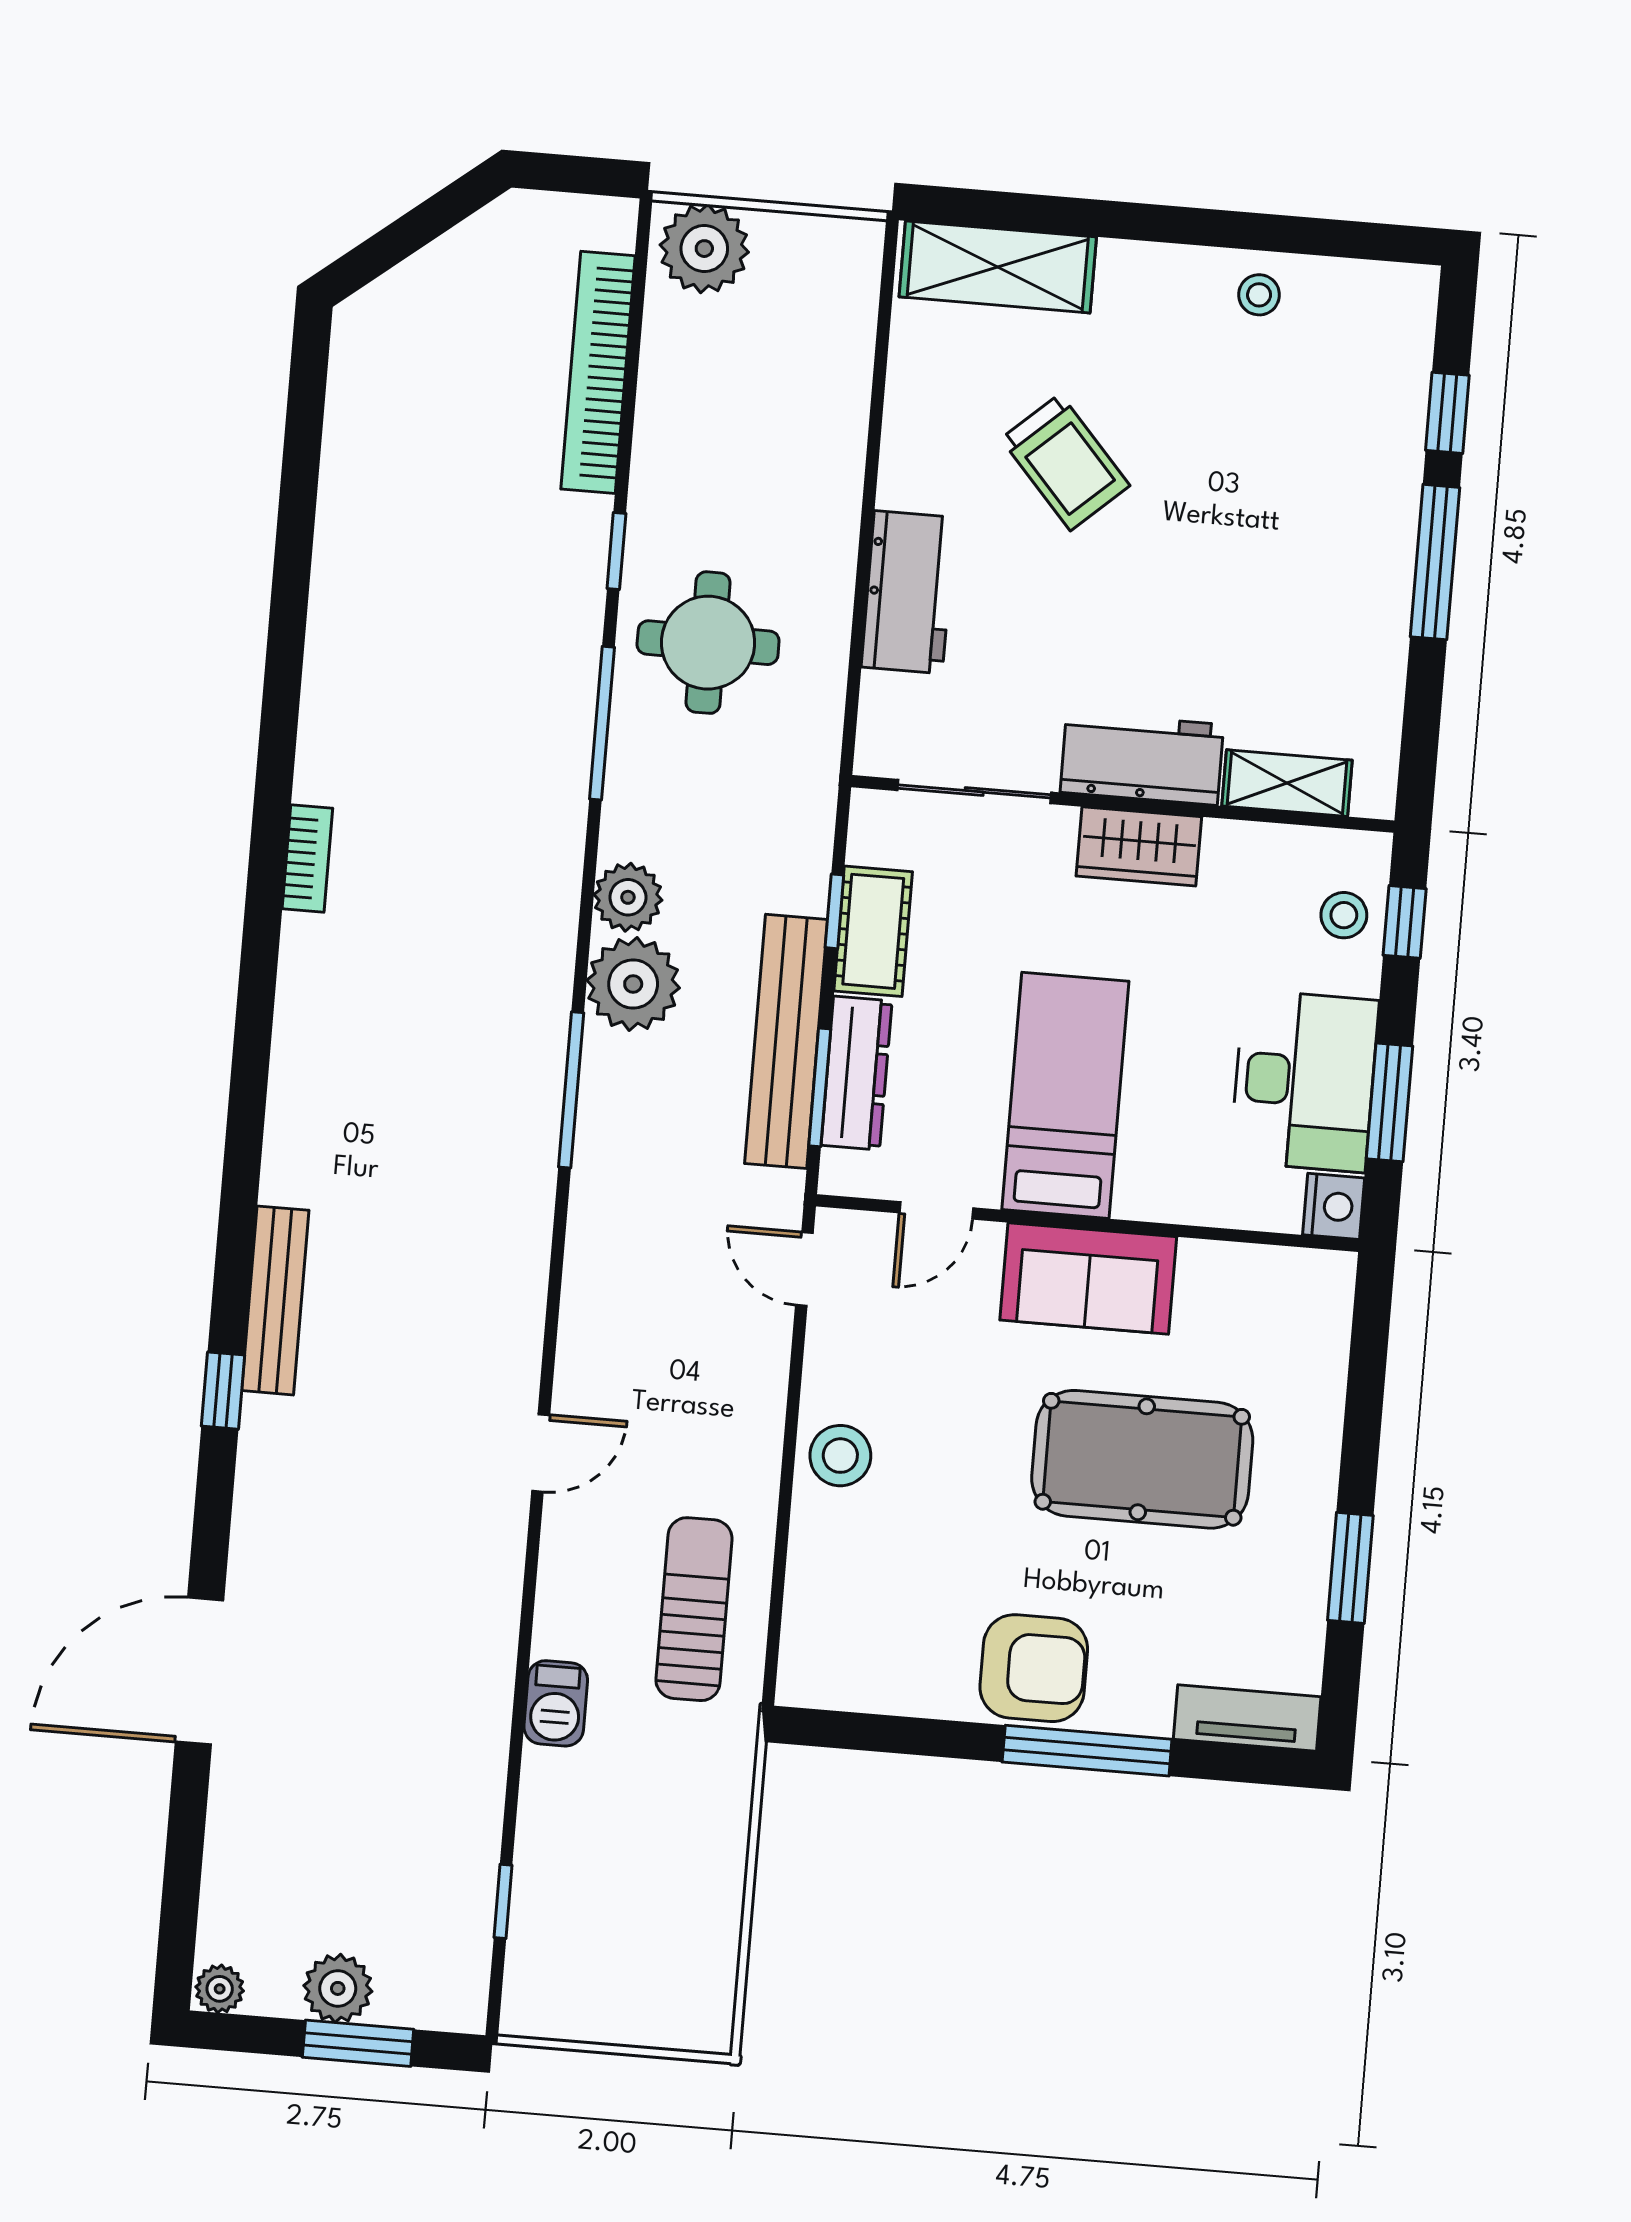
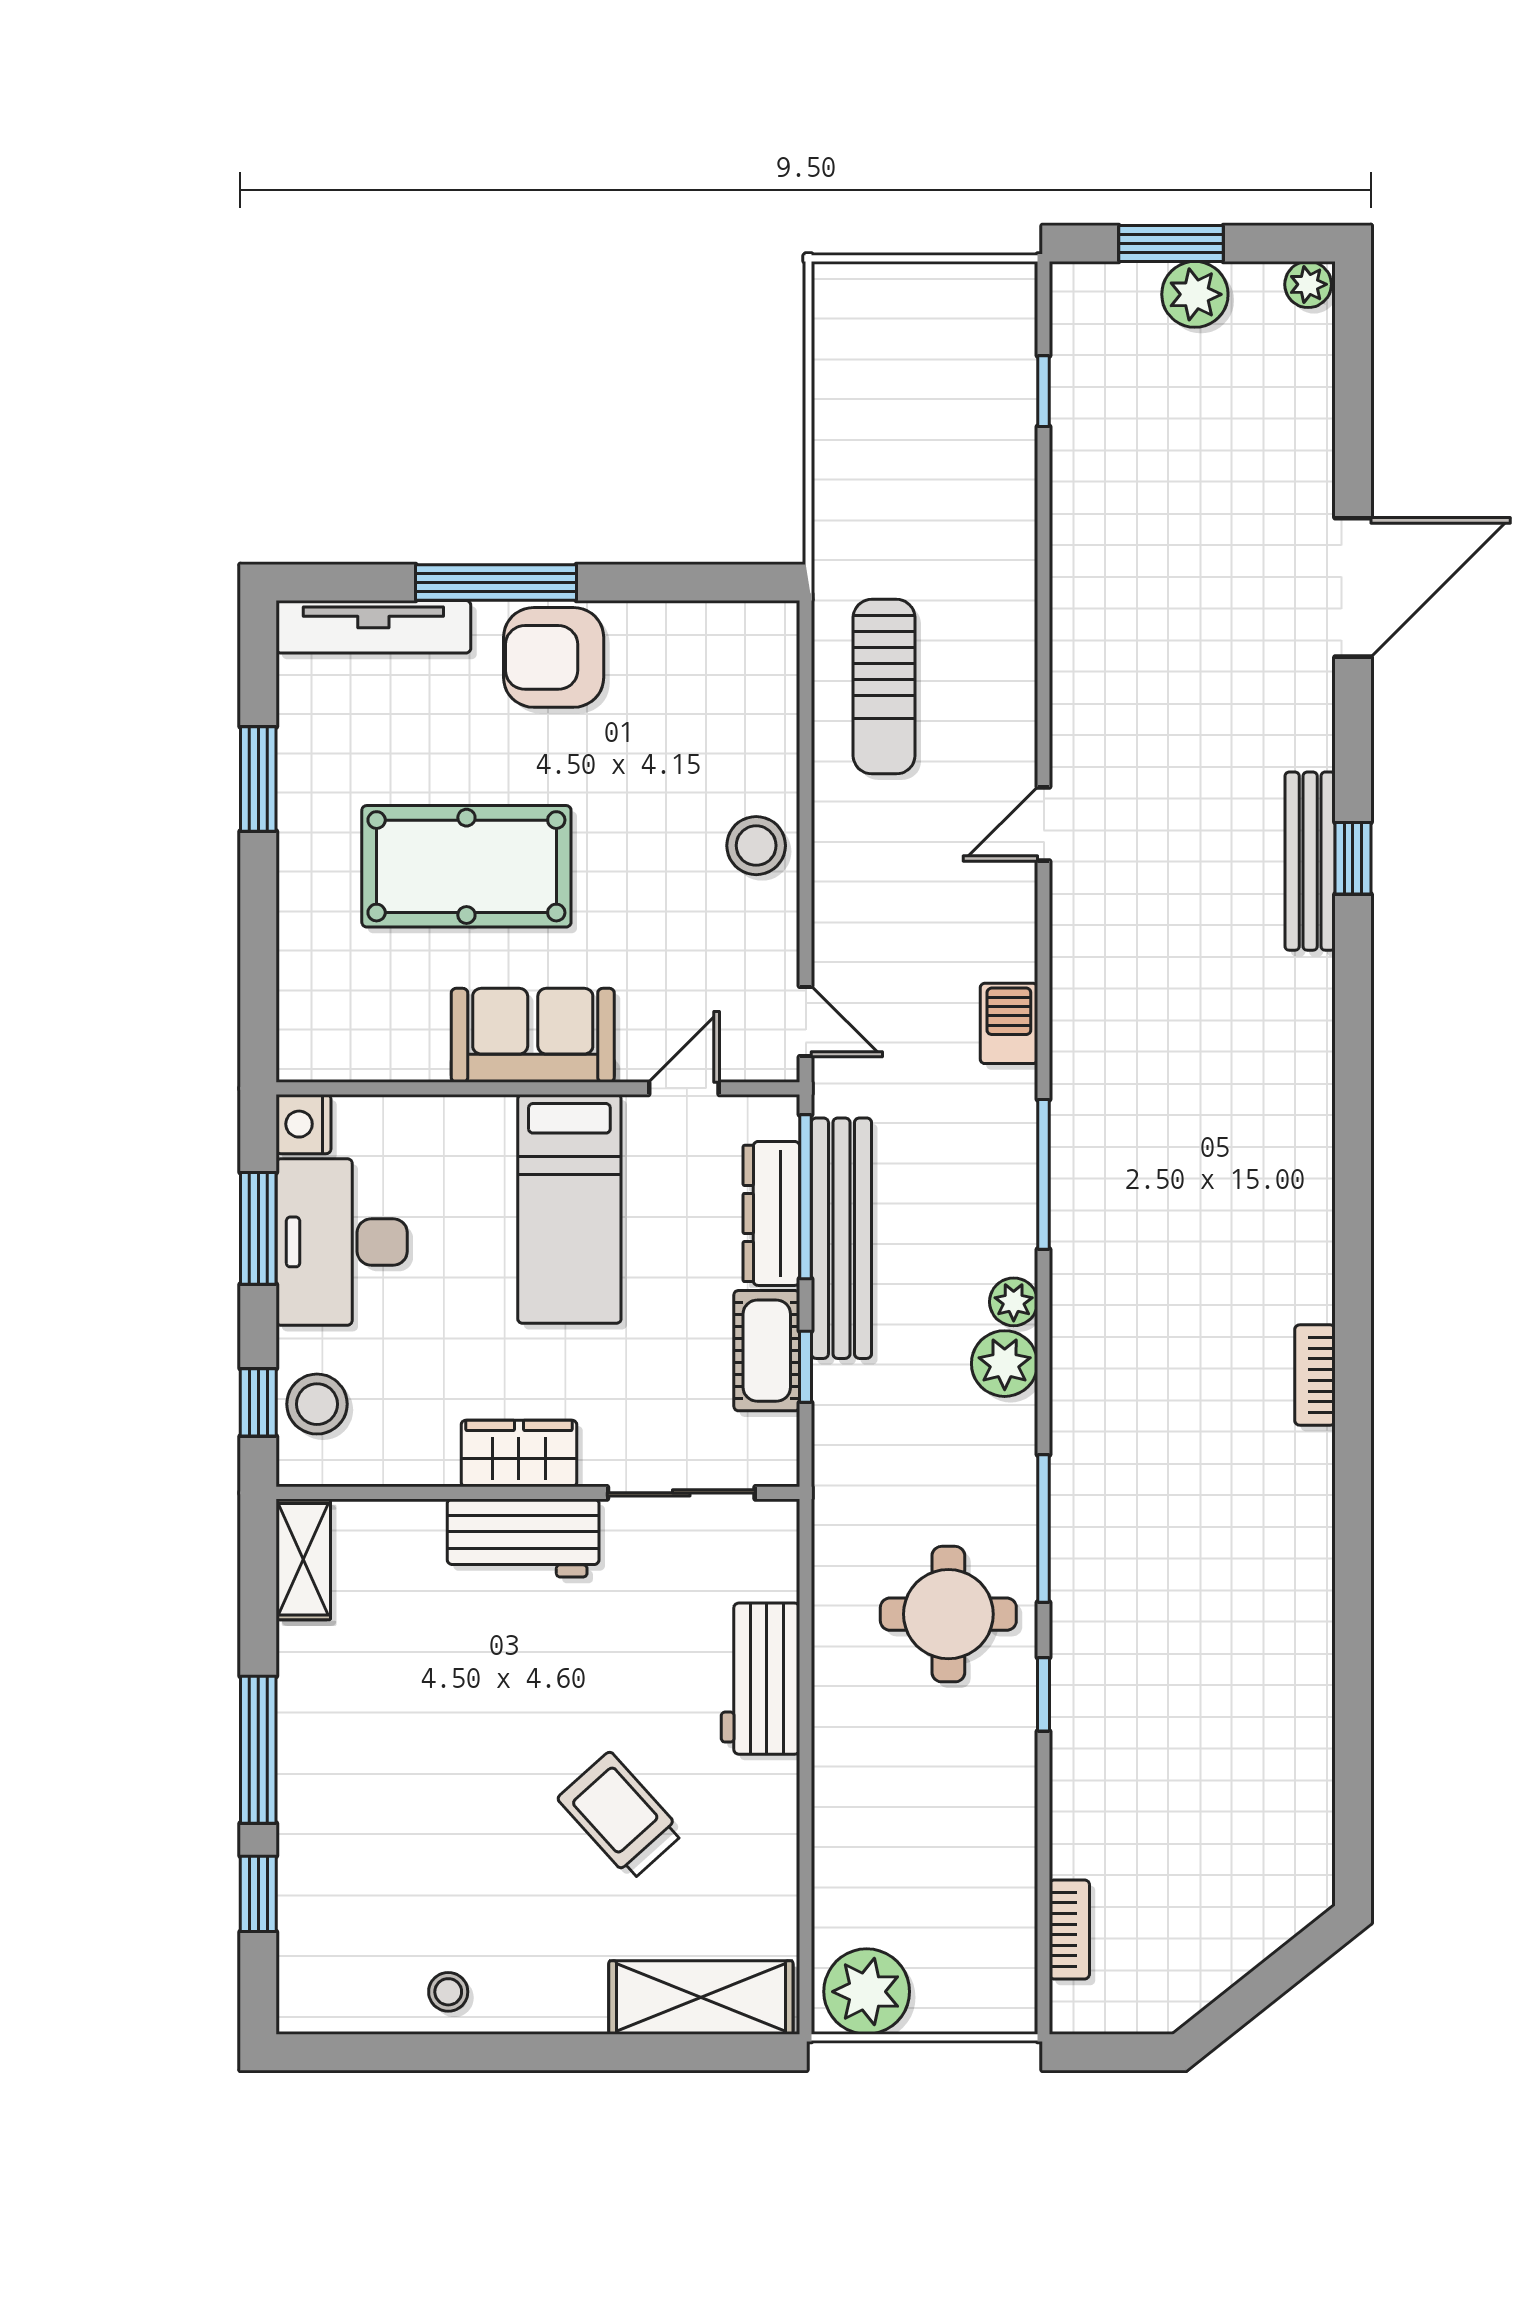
plant: (704, 249) -> (867, 1992), moved
bookcase: (598, 372) -> (1069, 1929), width x0.43, depth x0.76
shelving: (1287, 783) -> (303, 1559), moved, turned 90
stool: (1344, 915) -> (317, 1404), width x1.37, depth x1.37
plant: (633, 984) -> (1014, 1302), width x0.53, depth x0.53
window: (820, 1087) -> (806, 1197), width x1.44
bench: (275, 1300) -> (1310, 861), moved
barbecue: (556, 1703) -> (1009, 1023), moved
tv unit: (1247, 1718) -> (373, 627), width x1.41

